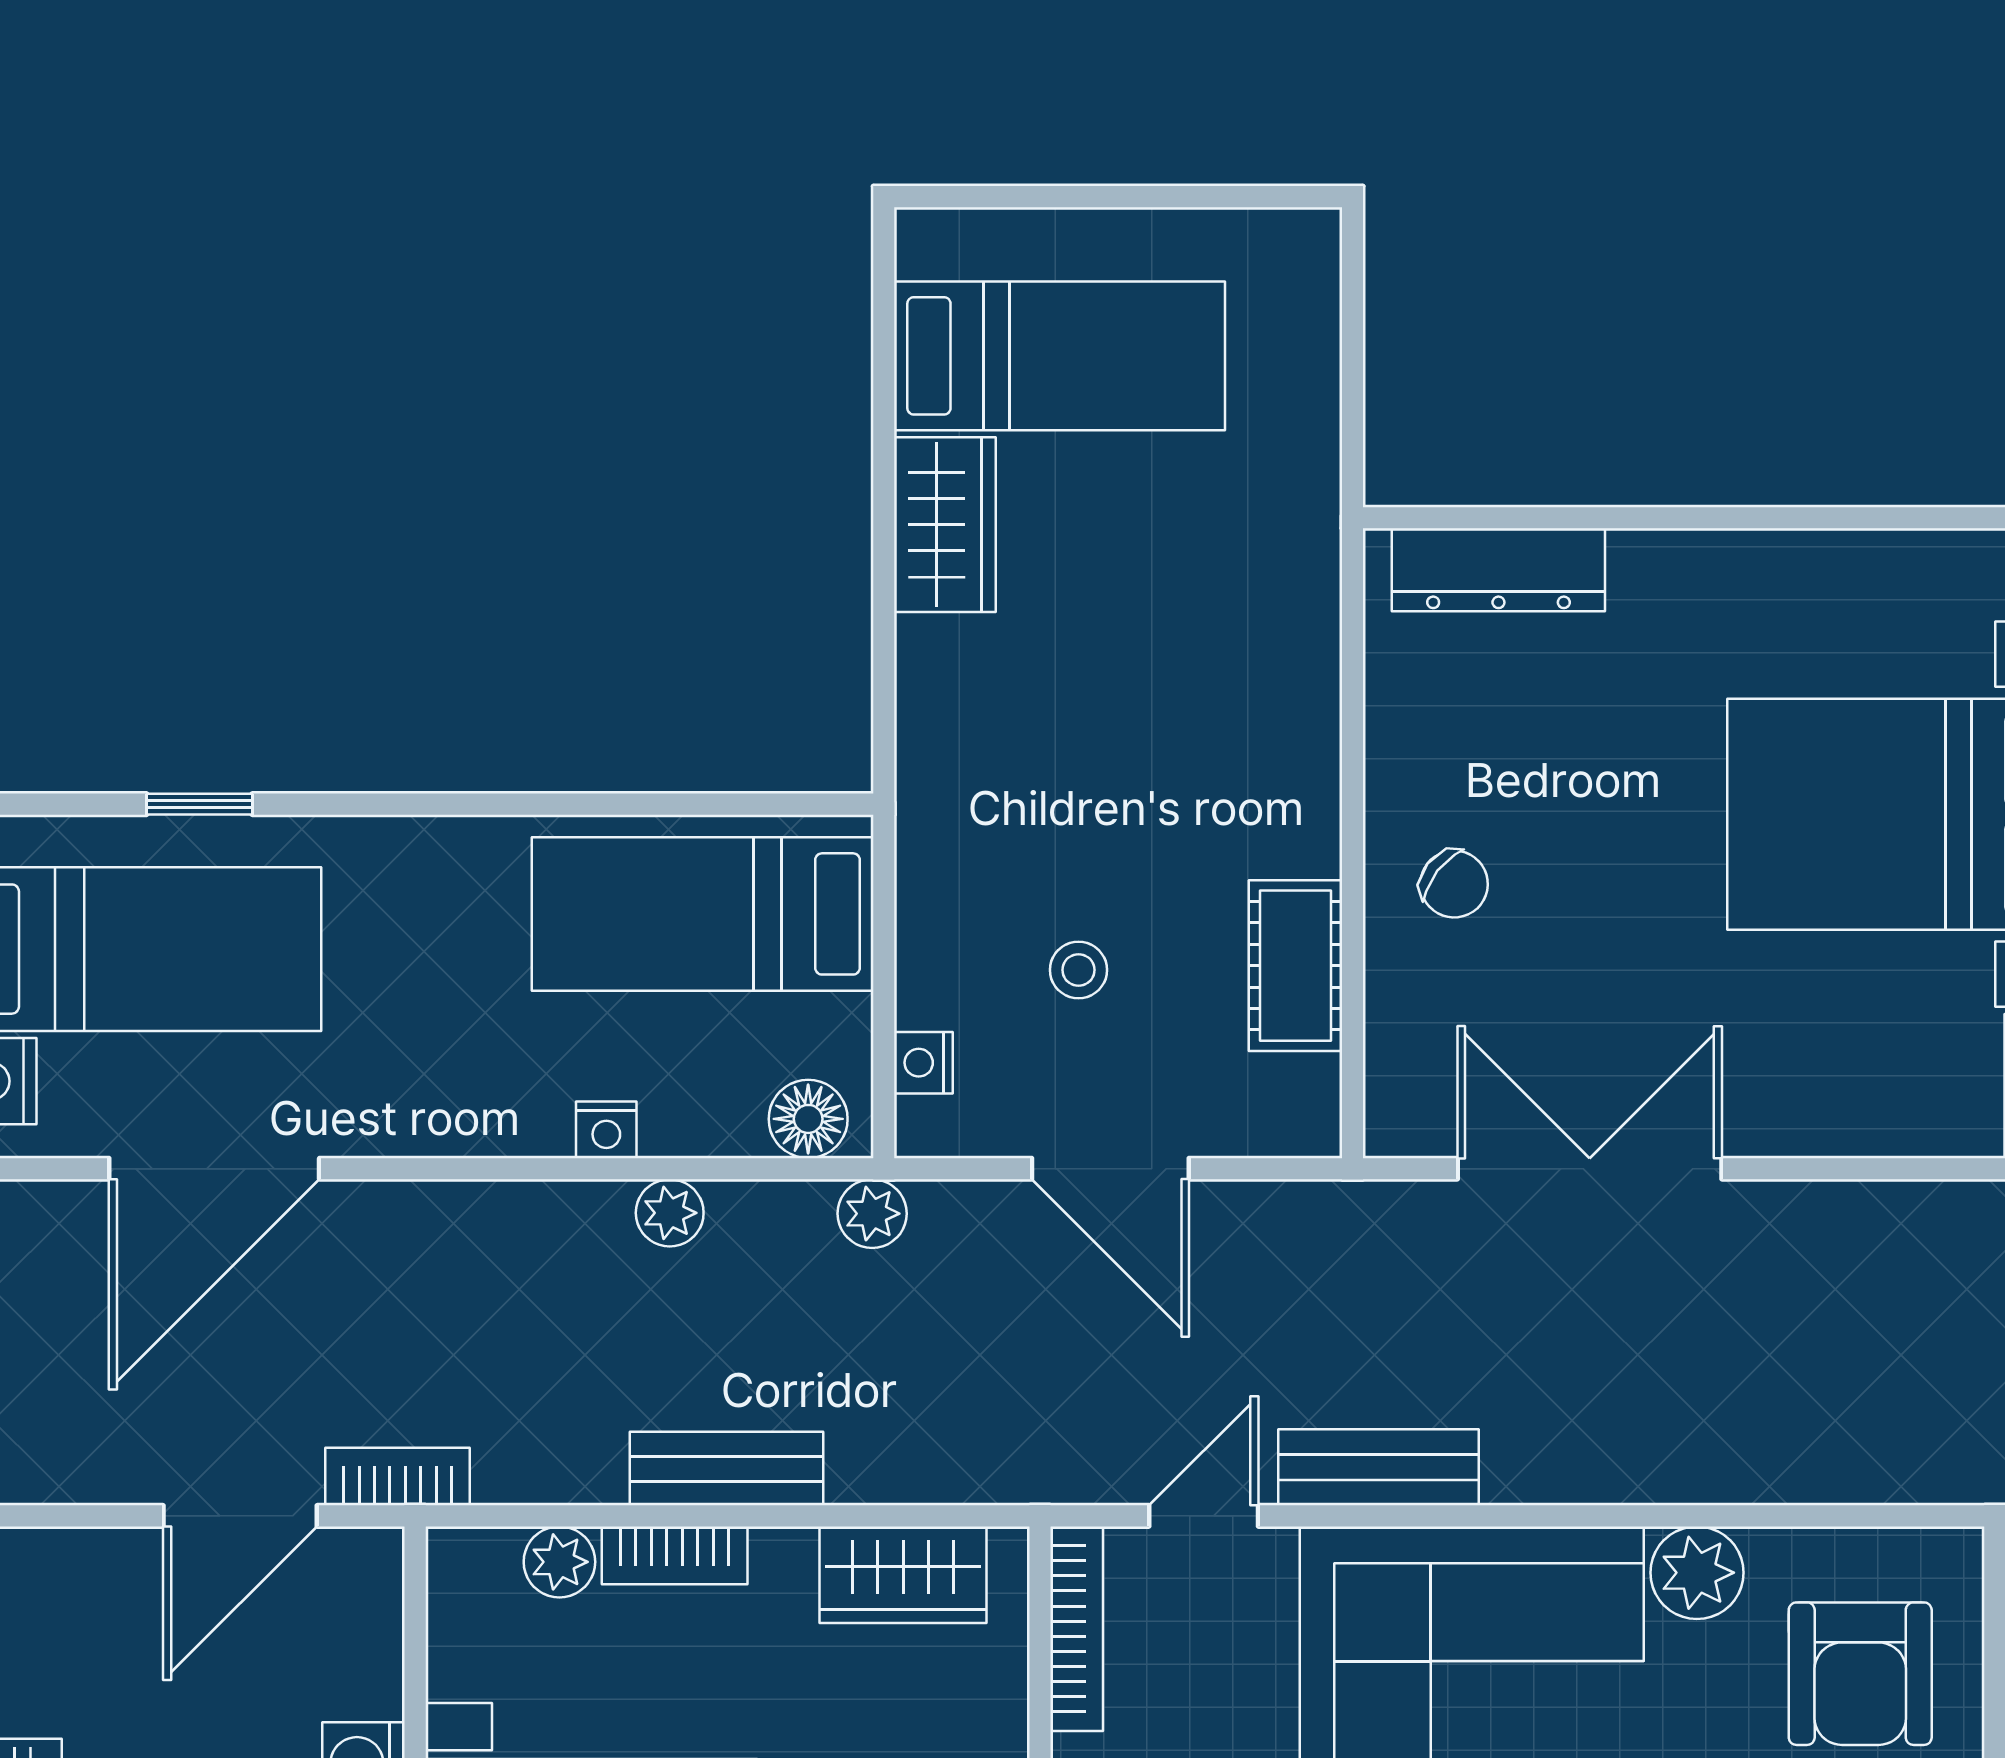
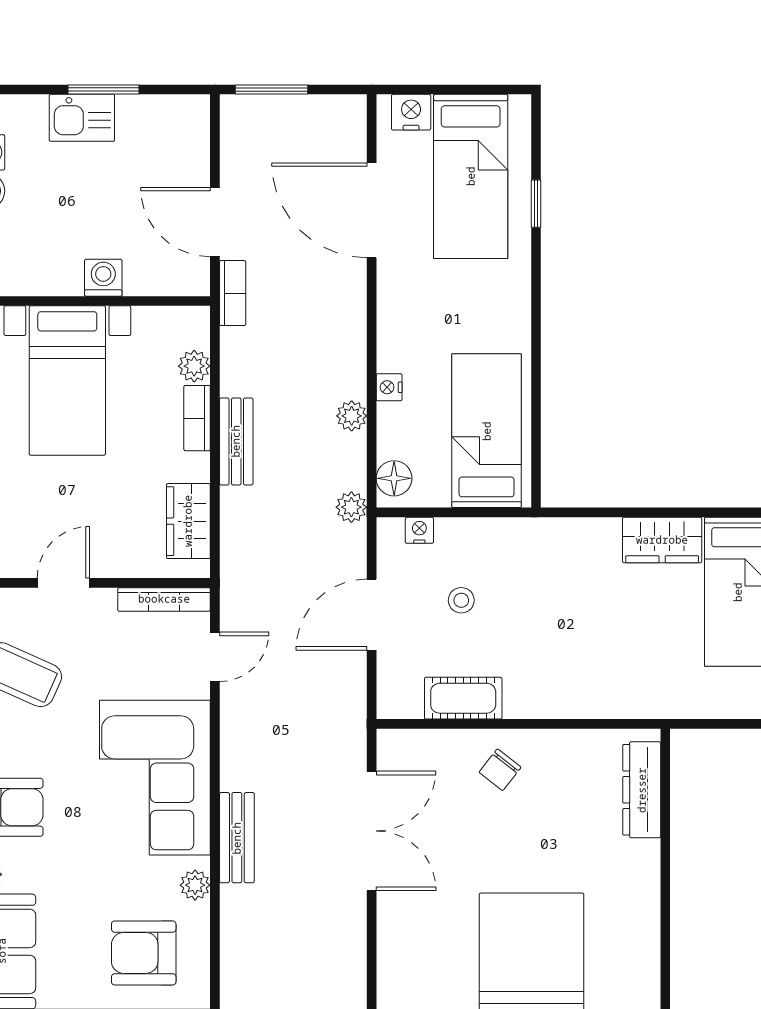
bench: (1379, 1467) -> (237, 838), moved
door: (1204, 1516) -> (215, 657), hinge flipped
plant: (1697, 1573) -> (195, 885), width x0.73, depth x0.73

